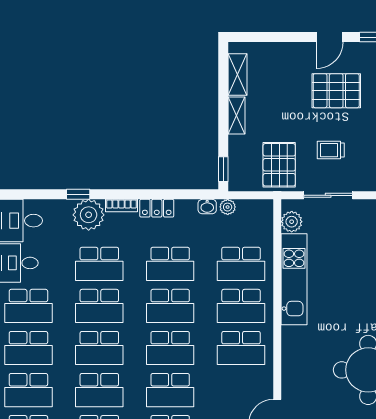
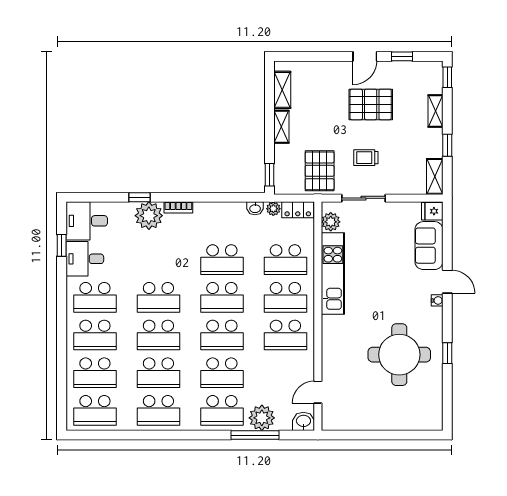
locker: (157, 208) -> (298, 210), moved
school desk: (99, 264) -> (158, 260), removed

